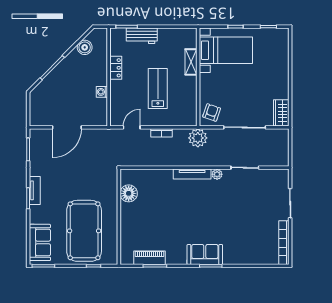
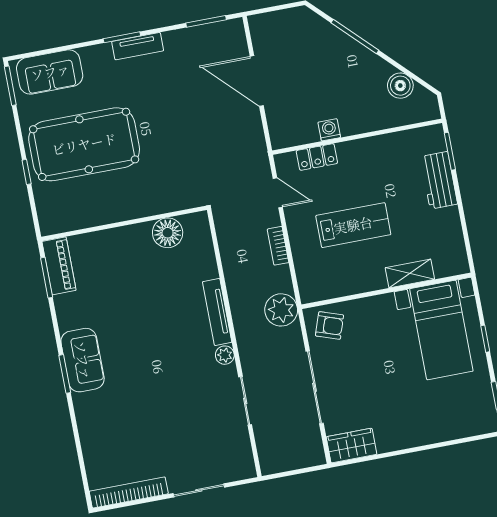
locker: (116, 68) -> (317, 157), moved
floor lamp: (129, 193) -> (168, 233), moved
wall: (119, 217) -> (124, 223), moved

